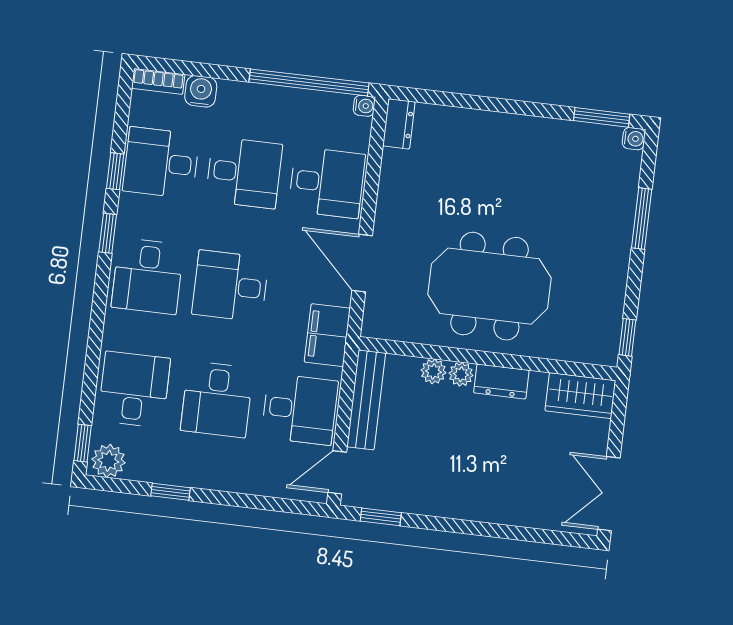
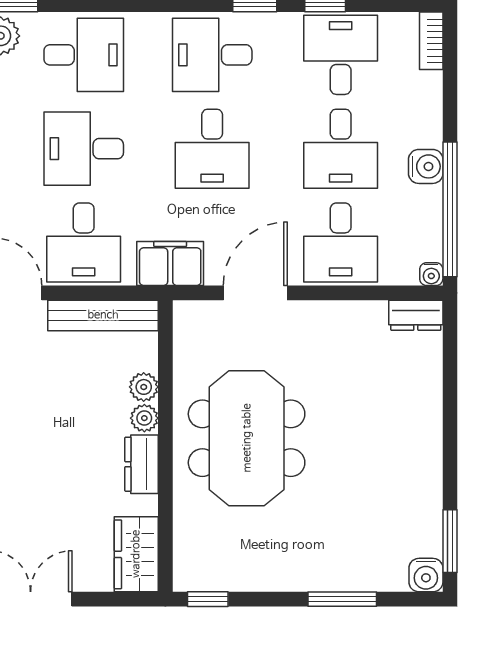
water cooler: (201, 91) -> (426, 166), moved
water cooler: (634, 139) -> (426, 575), width x1.38, depth x1.38
desk: (230, 286) -> (212, 149), turned 180

